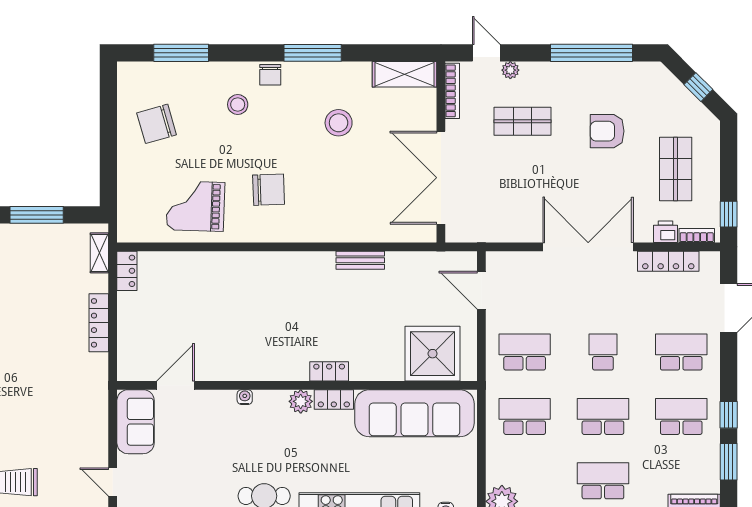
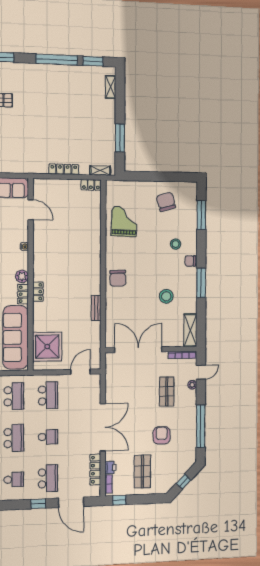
shop shelf: (676, 169) -> (142, 472), turned 90
chair: (269, 190) -> (118, 278), moved
window: (729, 415) -> (38, 504), moved
school desk: (681, 416) -> (14, 480), width x0.54

